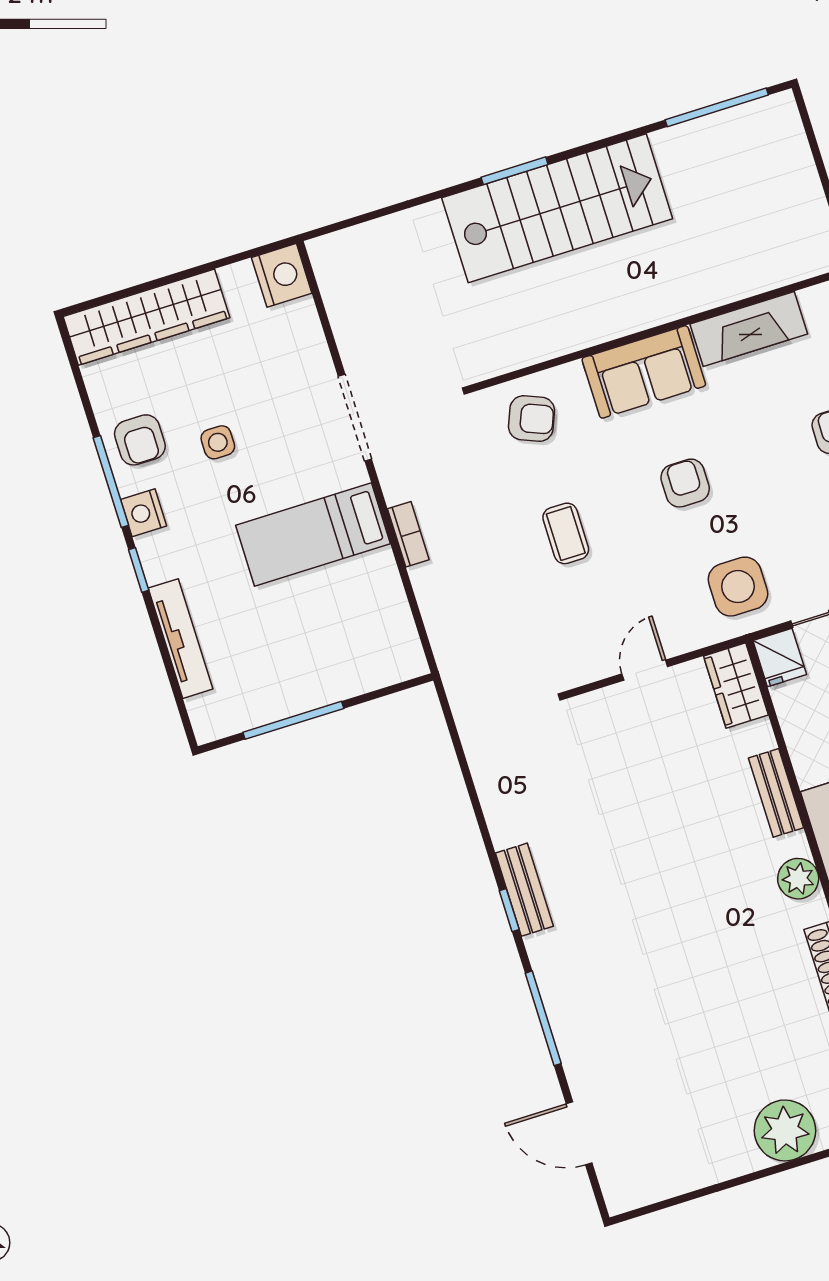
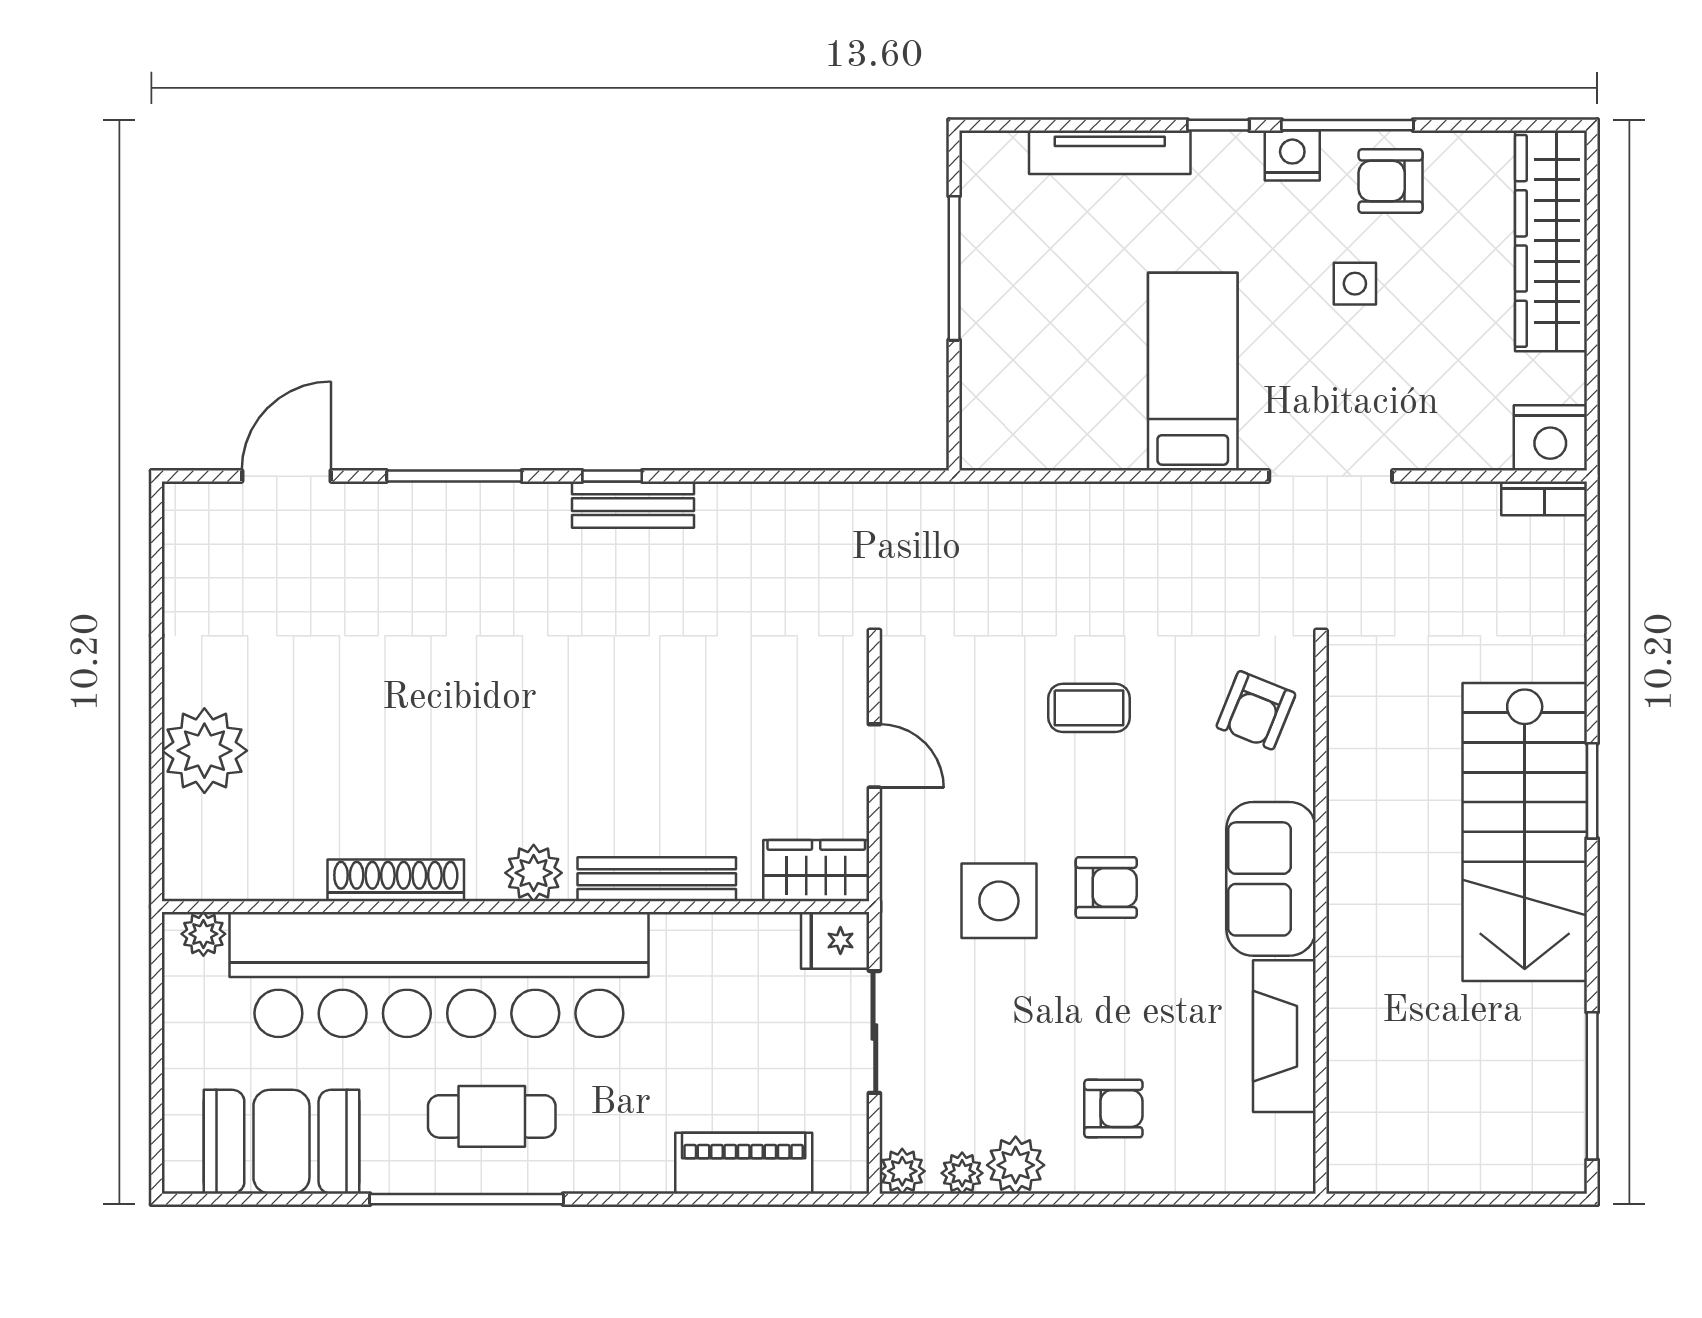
bookcase: (408, 534) -> (1544, 498), moved
side table: (738, 587) -> (999, 901), moved
bench: (776, 793) -> (657, 879), width x1.36

